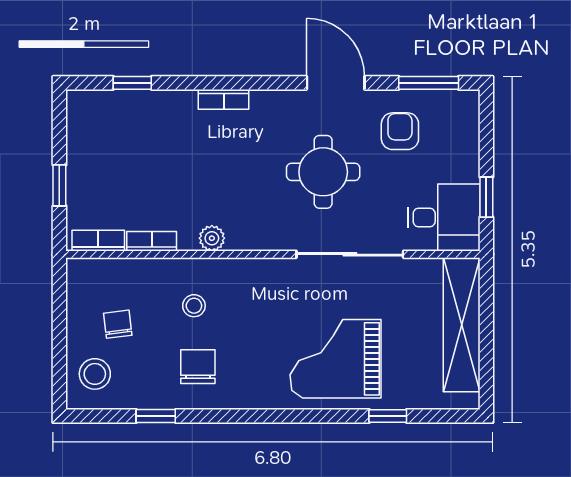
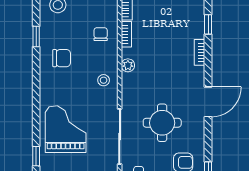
door: (336, 83) -> (208, 102), moved
bookcase: (224, 99) -> (200, 52), moved
stool: (194, 306) -> (104, 80), moved
chair: (118, 324) -> (101, 34), moved, turned -83

